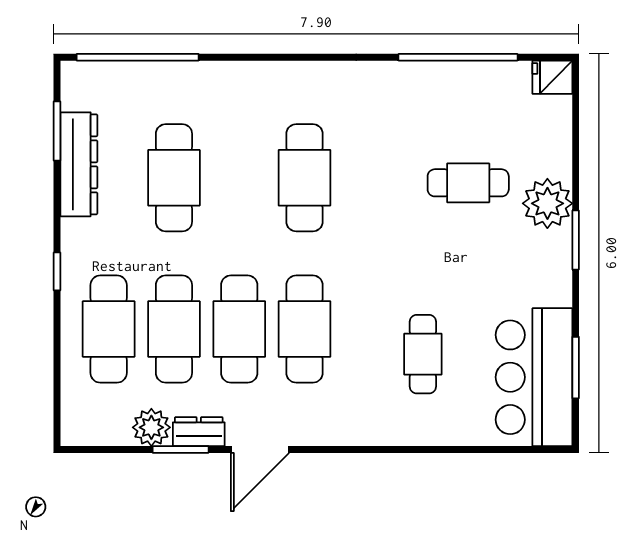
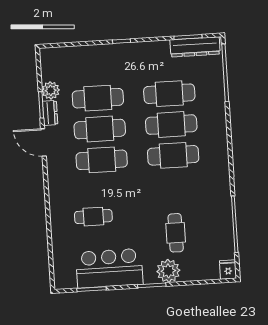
dresser: (79, 164) -> (195, 47), moved
cafe table: (109, 329) -> (171, 125), moved
bar counter: (534, 377) -> (109, 268), moved

